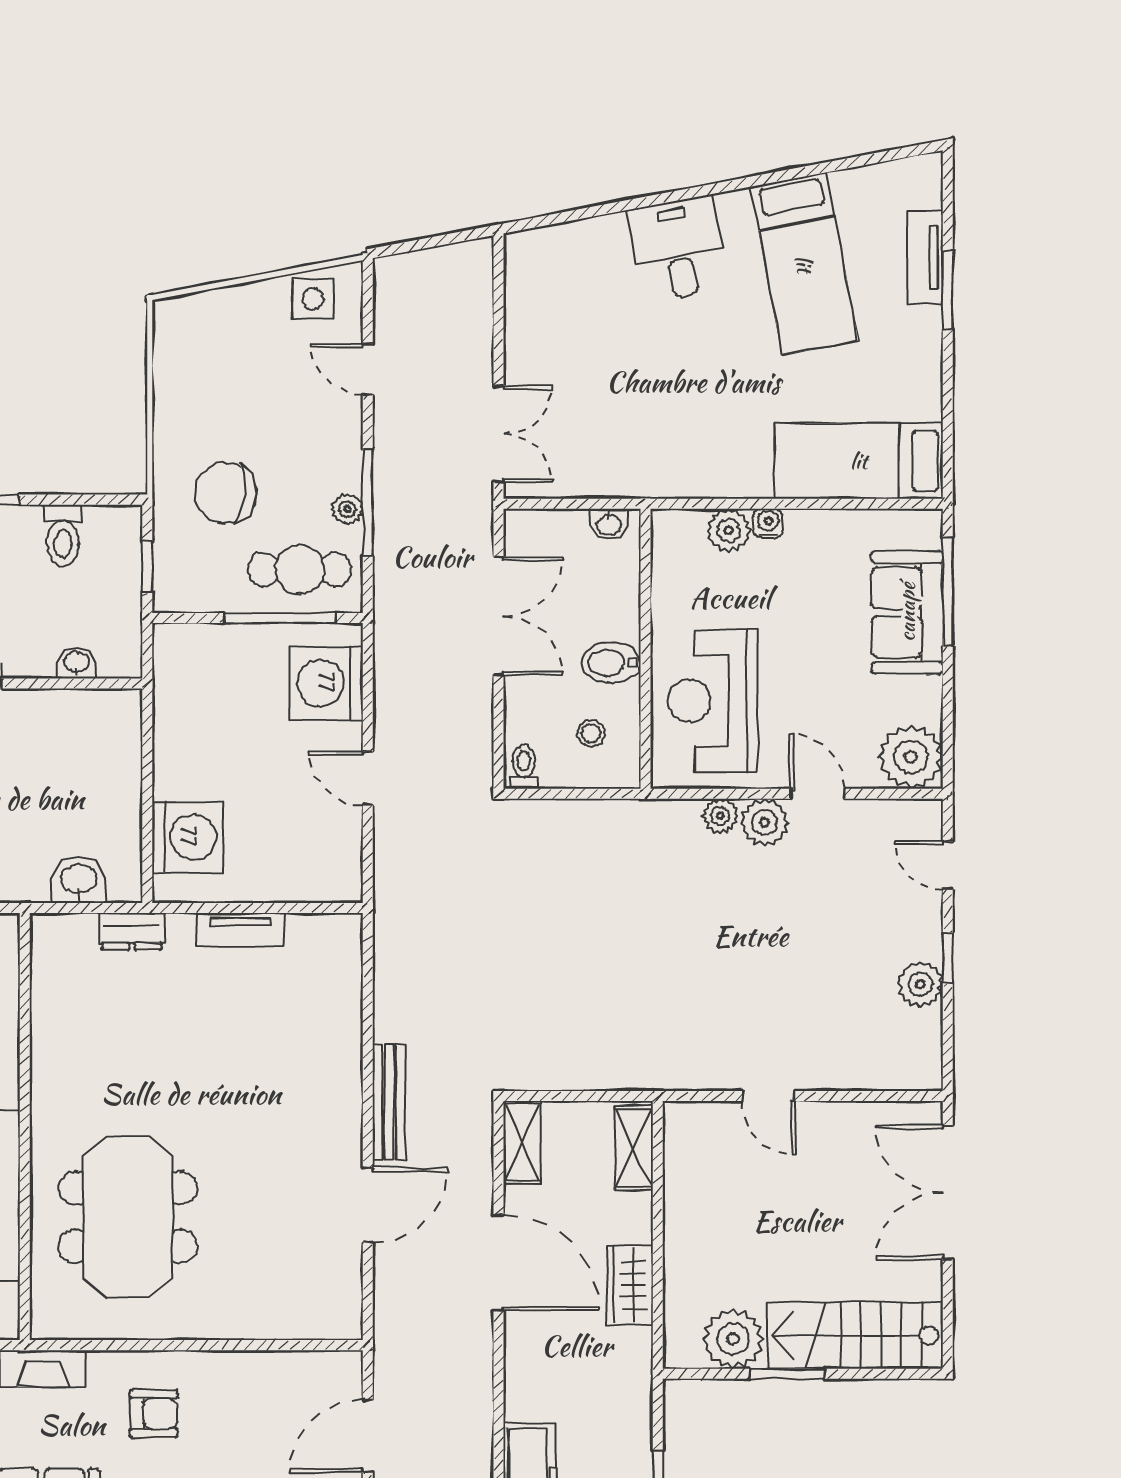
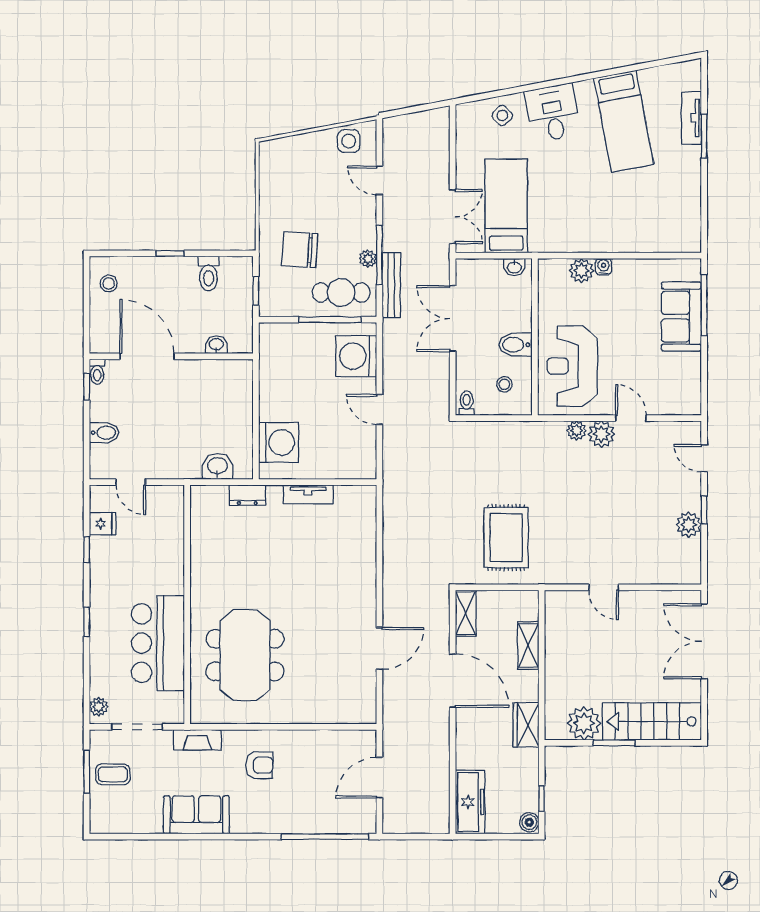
side table: (587, 253) -> (502, 115), added
bed: (859, 461) -> (506, 206), moved, turned 90
double door: (499, 616) -> (453, 319), swing flipped
plant: (911, 757) -> (683, 397), removed
rug: (594, 1007) -> (506, 538), added
bench: (389, 1102) -> (391, 285), moved
shelving: (634, 1148) -> (528, 645), moved
wardrobe: (630, 1285) -> (526, 725), moved

